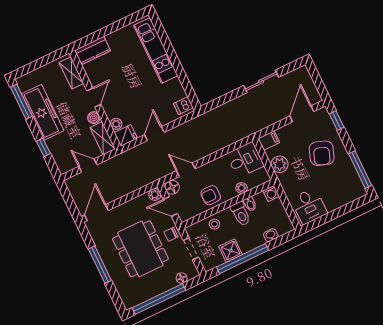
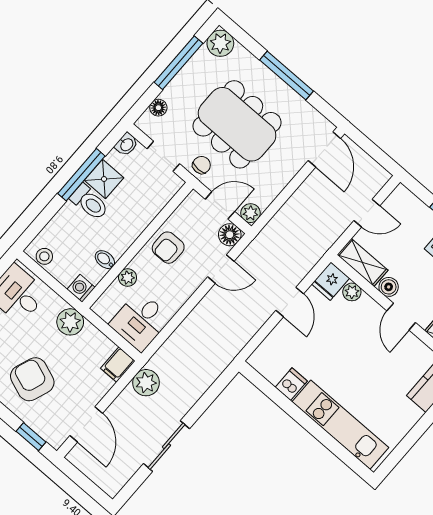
dishwasher: (183, 106) -> (291, 384), moved
plant: (257, 123) -> (146, 383), added
plant: (280, 164) -> (70, 322), moved
armchair: (211, 195) -> (168, 248), turned 180
toilet: (241, 214) -> (89, 202), moved, turned 180
stool: (214, 224) -> (44, 256), moved
washbasin: (271, 235) -> (126, 144), moved
window: (242, 259) -> (81, 175), width x0.68
window: (159, 299) -> (178, 63), width x0.68
plant: (130, 300) -> (220, 43), added

